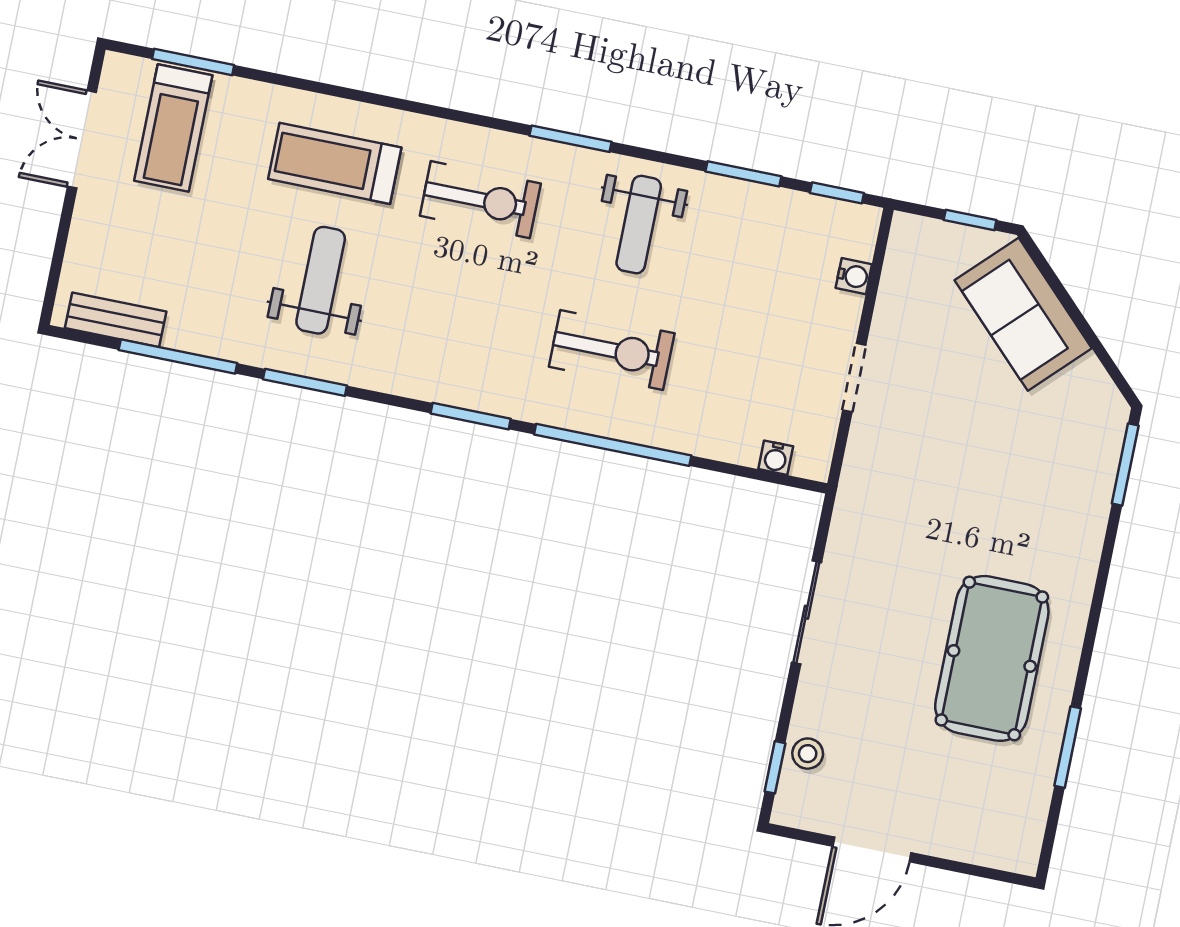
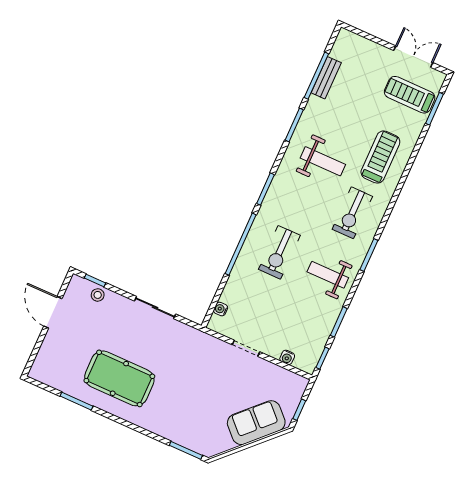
weight bench: (321, 280) -> (323, 161), moved
bench: (116, 320) -> (326, 78), moved

